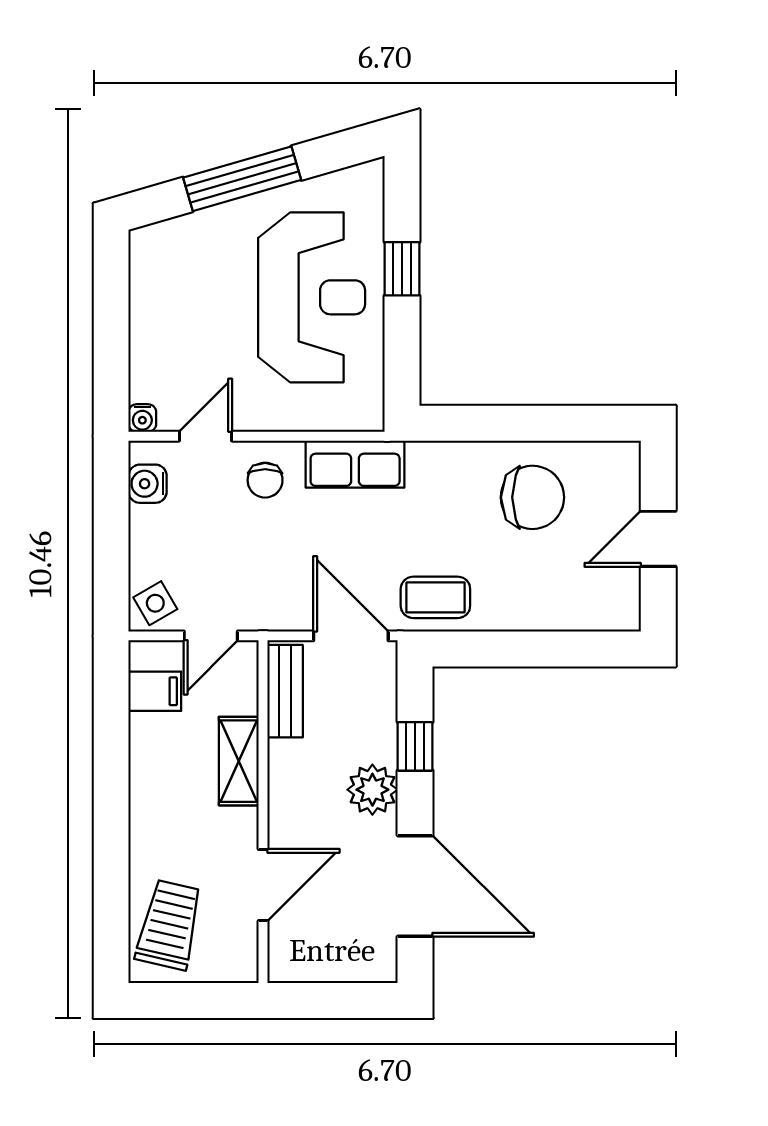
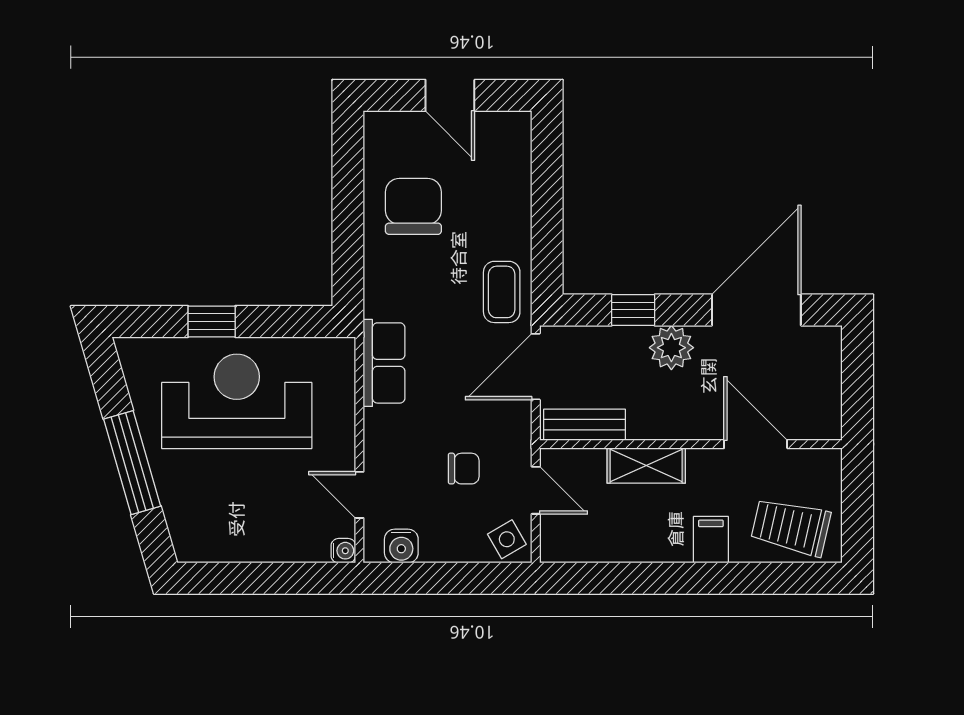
chair: (265, 480) -> (464, 469), moved
filing cabinet: (155, 691) -> (711, 540), moved

